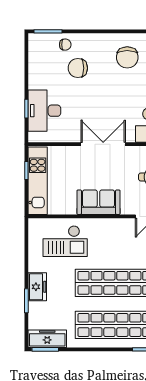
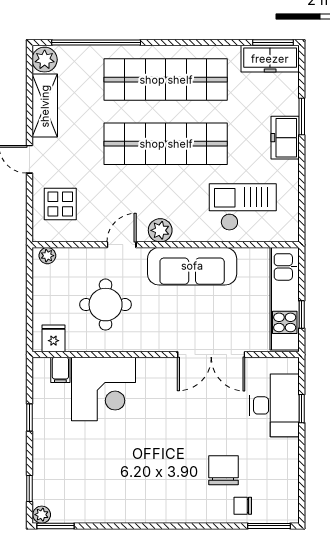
chair: (127, 57) -> (148, 486), removed
chair: (78, 68) -> (223, 470), turned -90
double door: (103, 144) -> (211, 355), moved
sofa: (98, 202) -> (192, 266), width x1.36
plant: (119, 226) -> (160, 230), added

